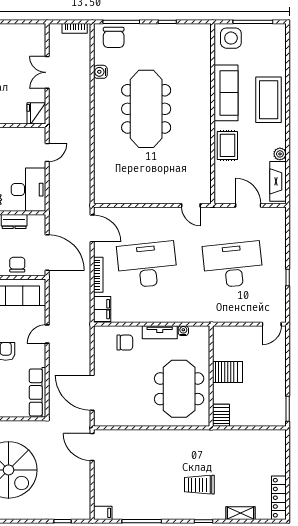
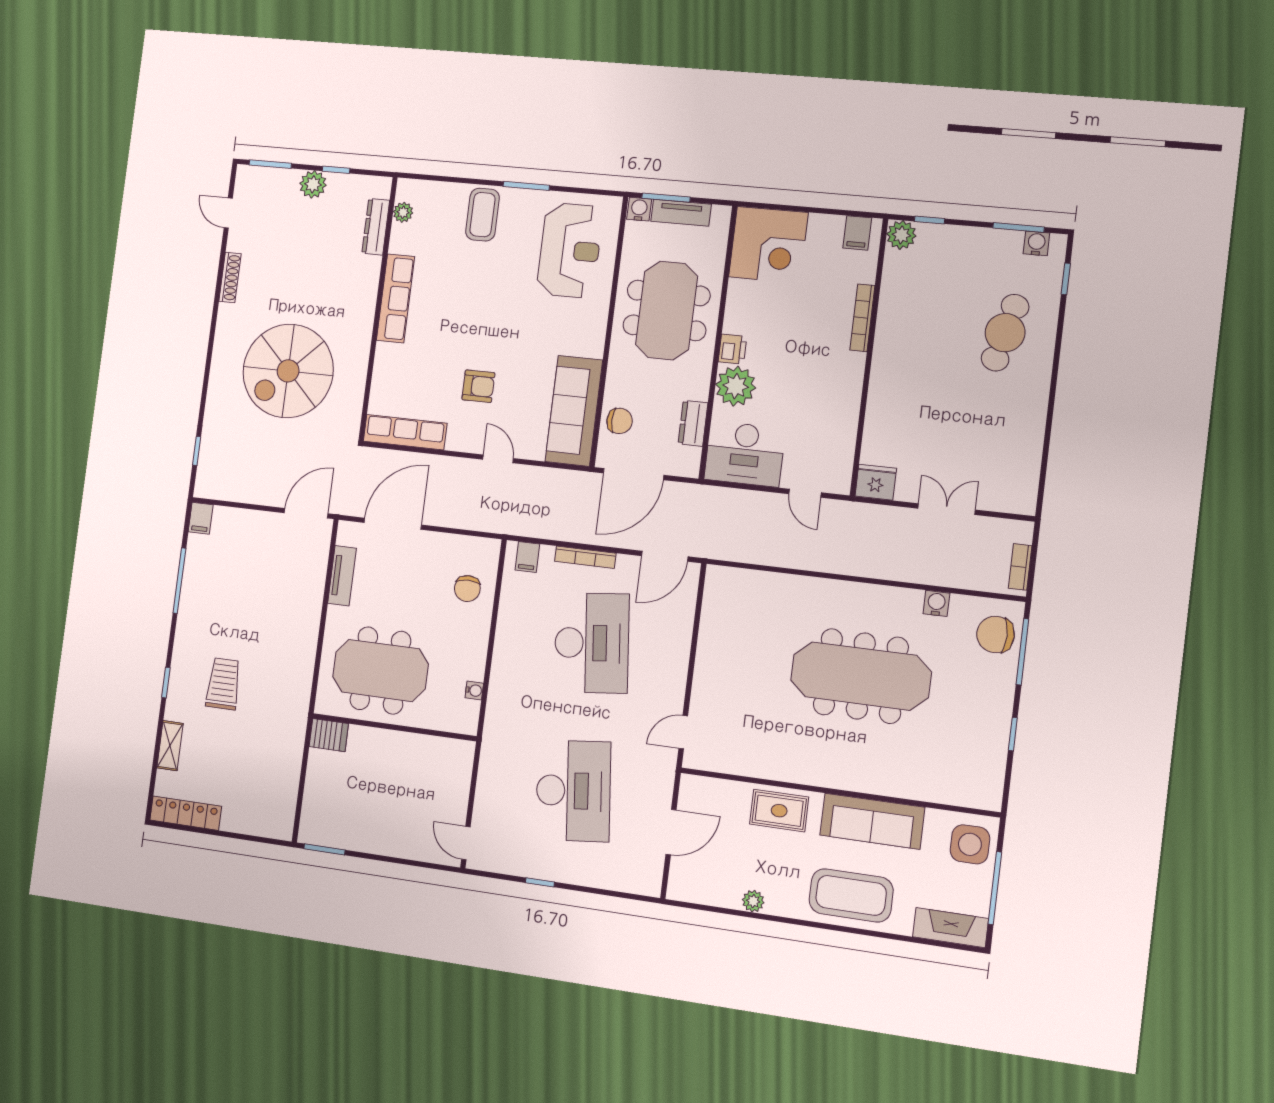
fireplace: (278, 181) -> (951, 928), moved
filing cabinet: (102, 309) -> (527, 557), width x0.50
tv unit: (160, 332) -> (342, 576), moved, turned 180
server rack: (227, 372) -> (397, 756), removed

